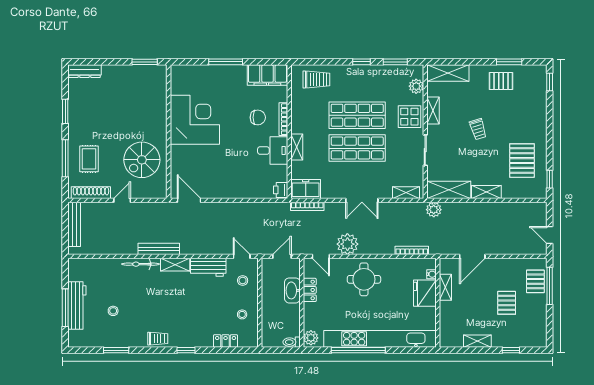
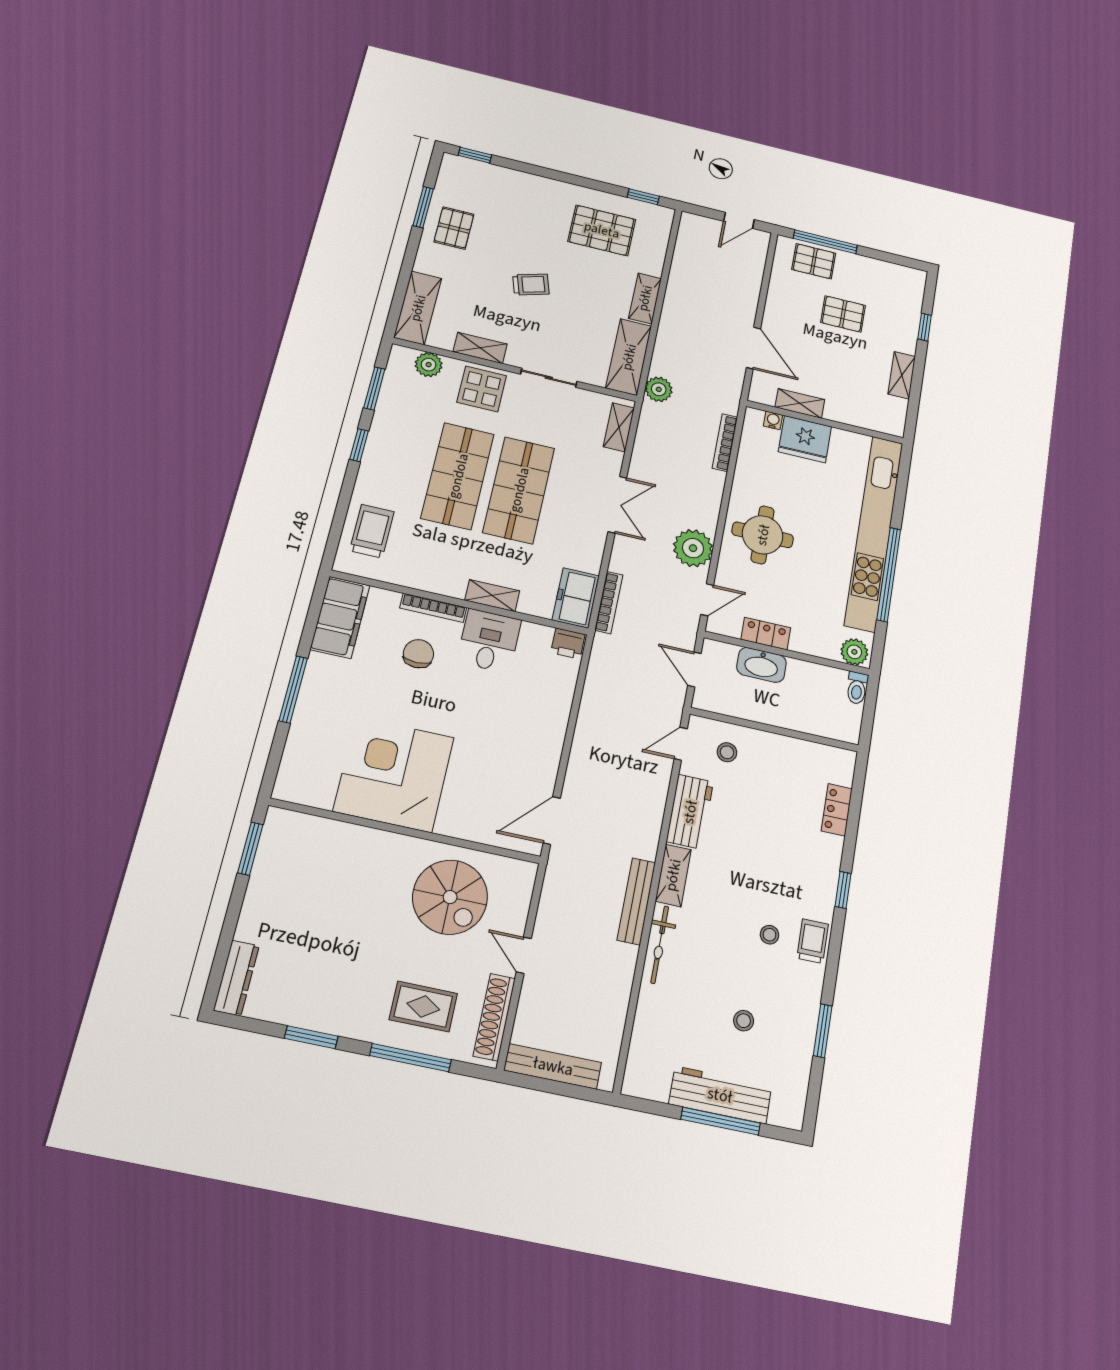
stool: (242, 314) -> (769, 935), moved

